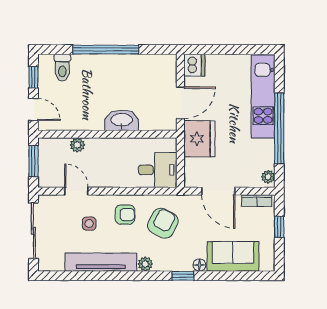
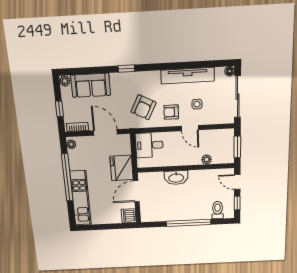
door: (76, 191) -> (190, 128), moved
plant: (145, 264) -> (65, 81), moved
floor lamp: (199, 265) -> (230, 71), moved

